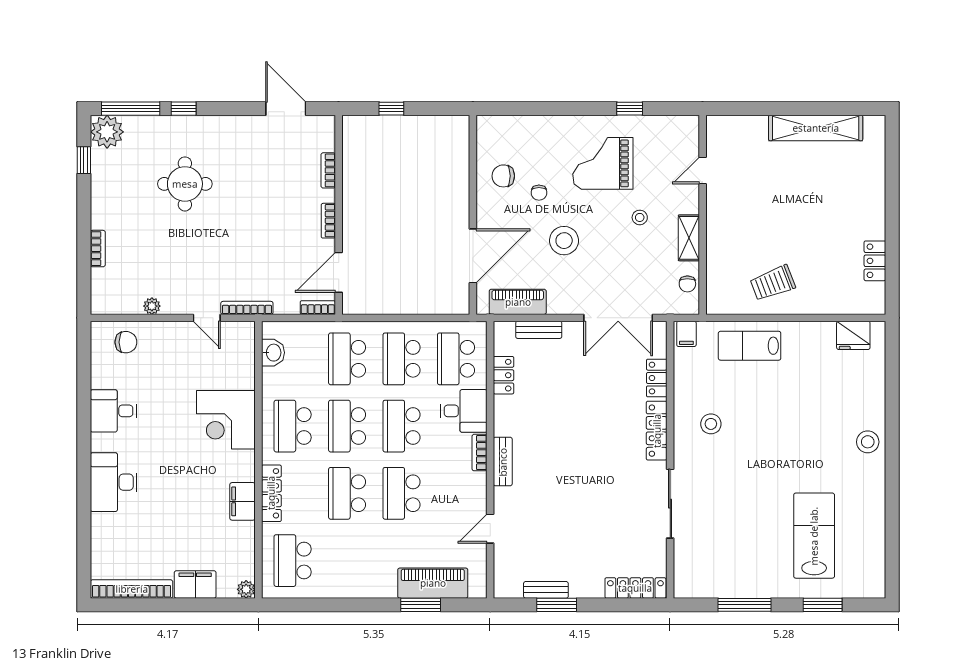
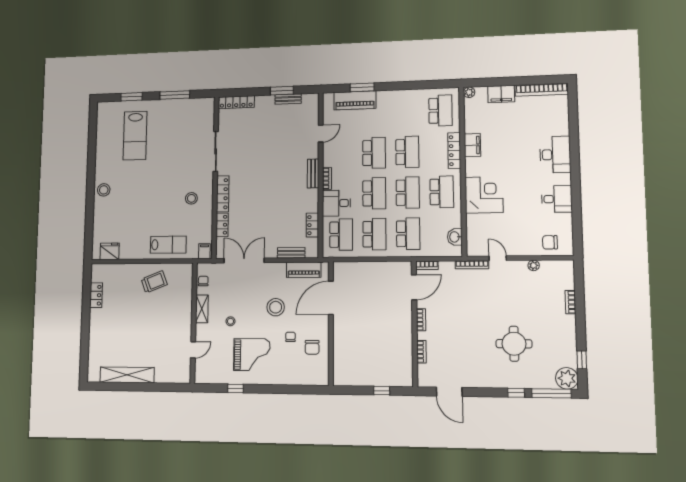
chair: (503, 176) -> (312, 347), turned 90

